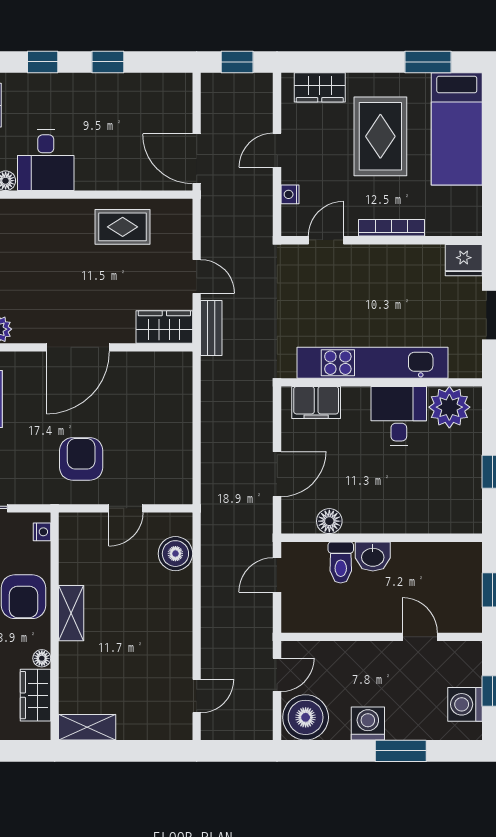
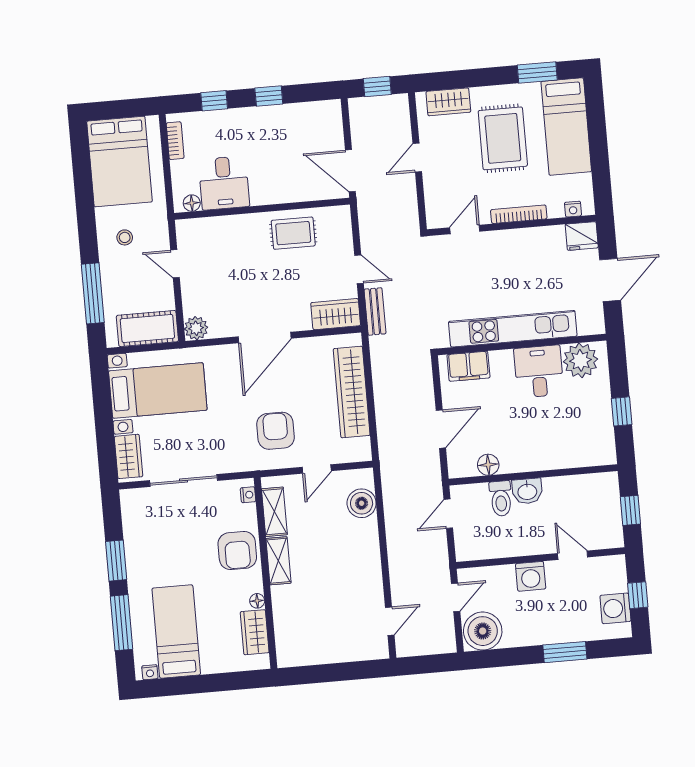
nightstand: (290, 194) -> (573, 209), moved, turned -90
wardrobe: (175, 421) -> (352, 392), added
washing machine: (368, 724) -> (531, 576), moved, turned 180
shelving: (87, 727) -> (274, 512), moved, turned 90

